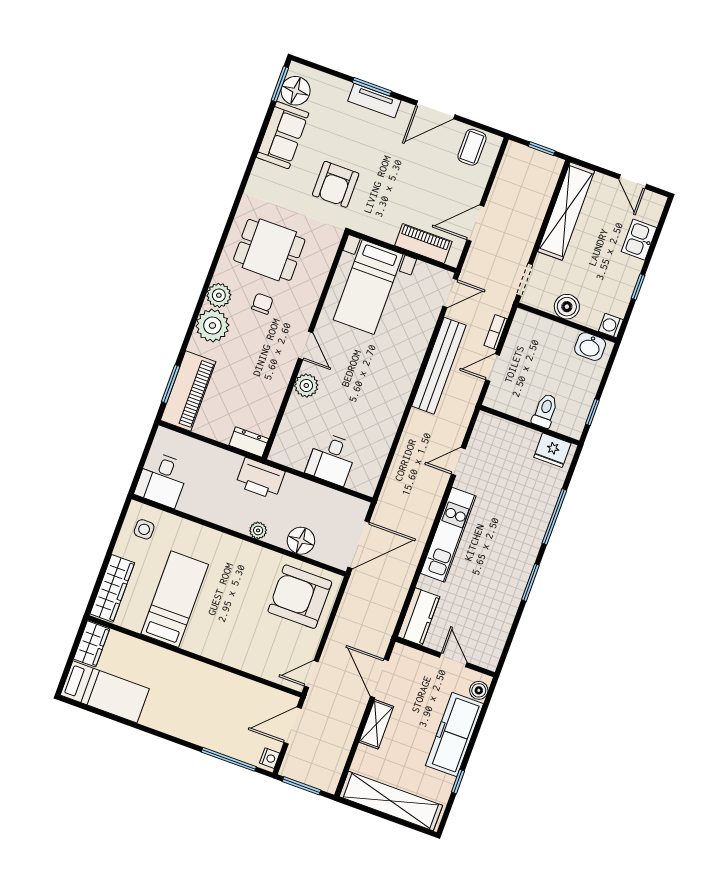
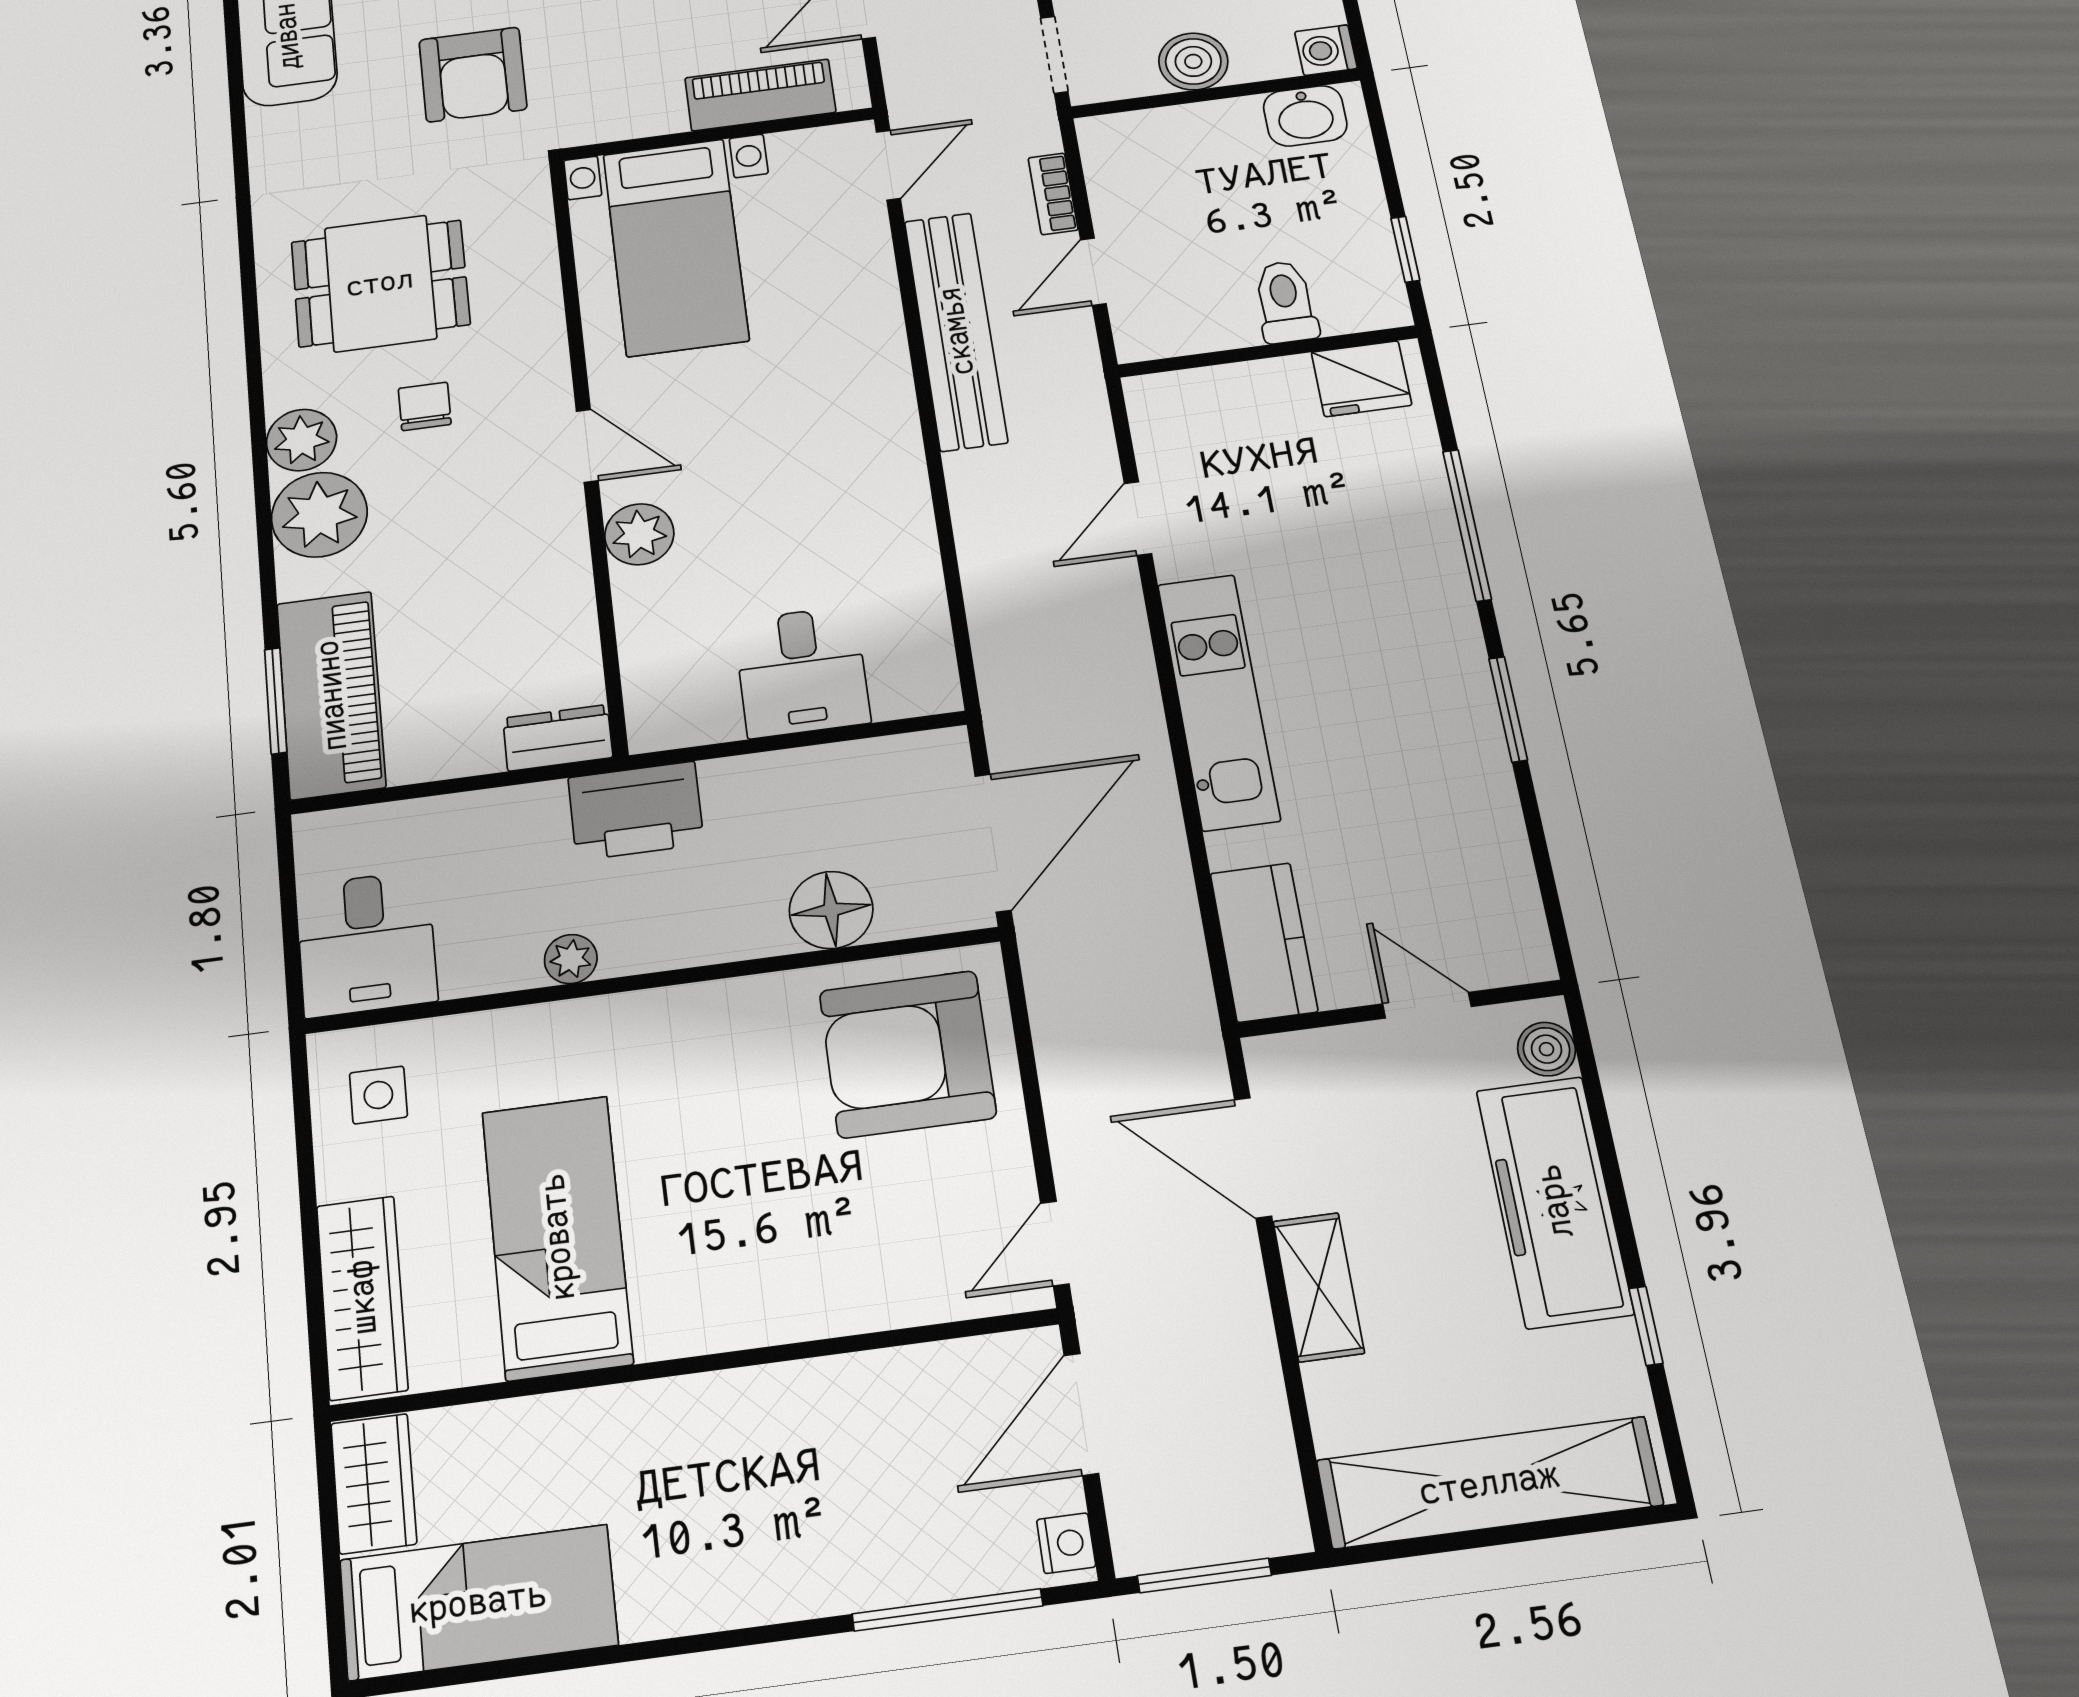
plant: (258, 530) -> (571, 959), moved

